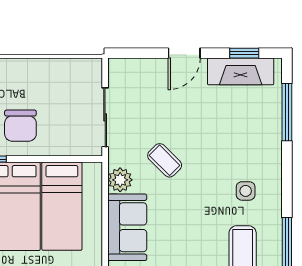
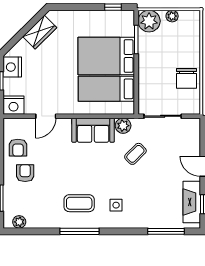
chair: (20, 126) -> (186, 78), moved, turned -90

